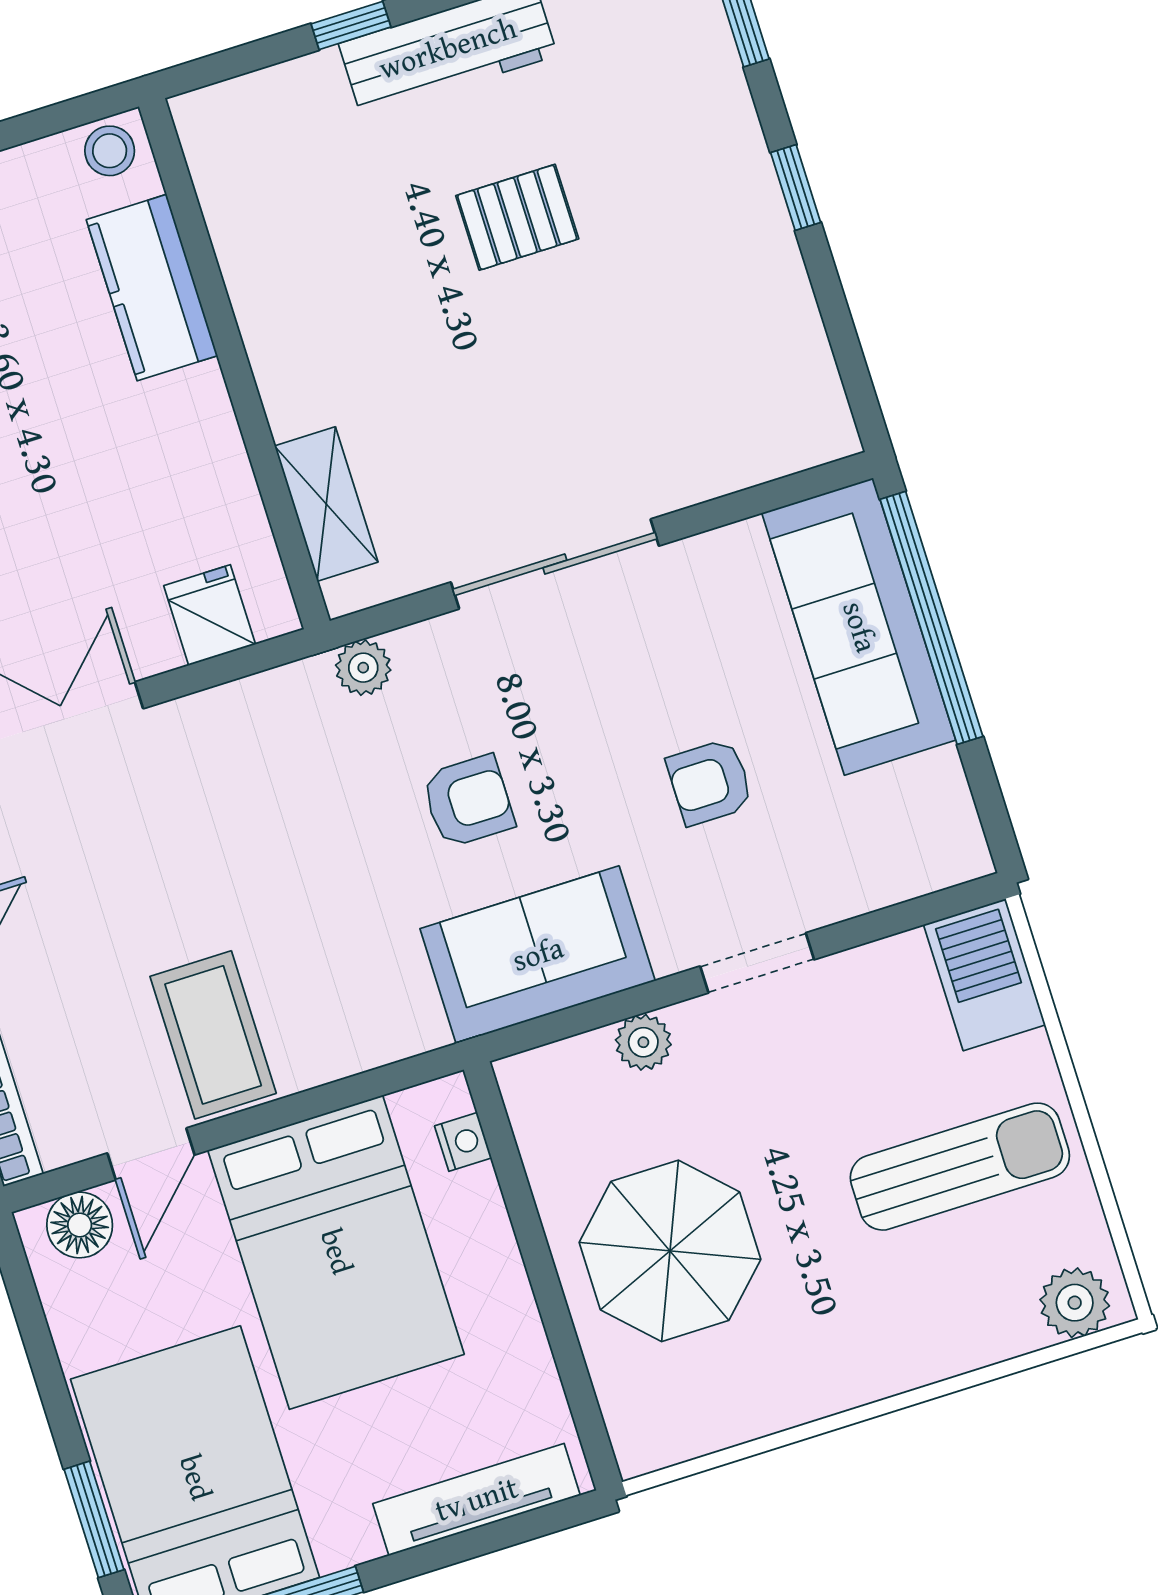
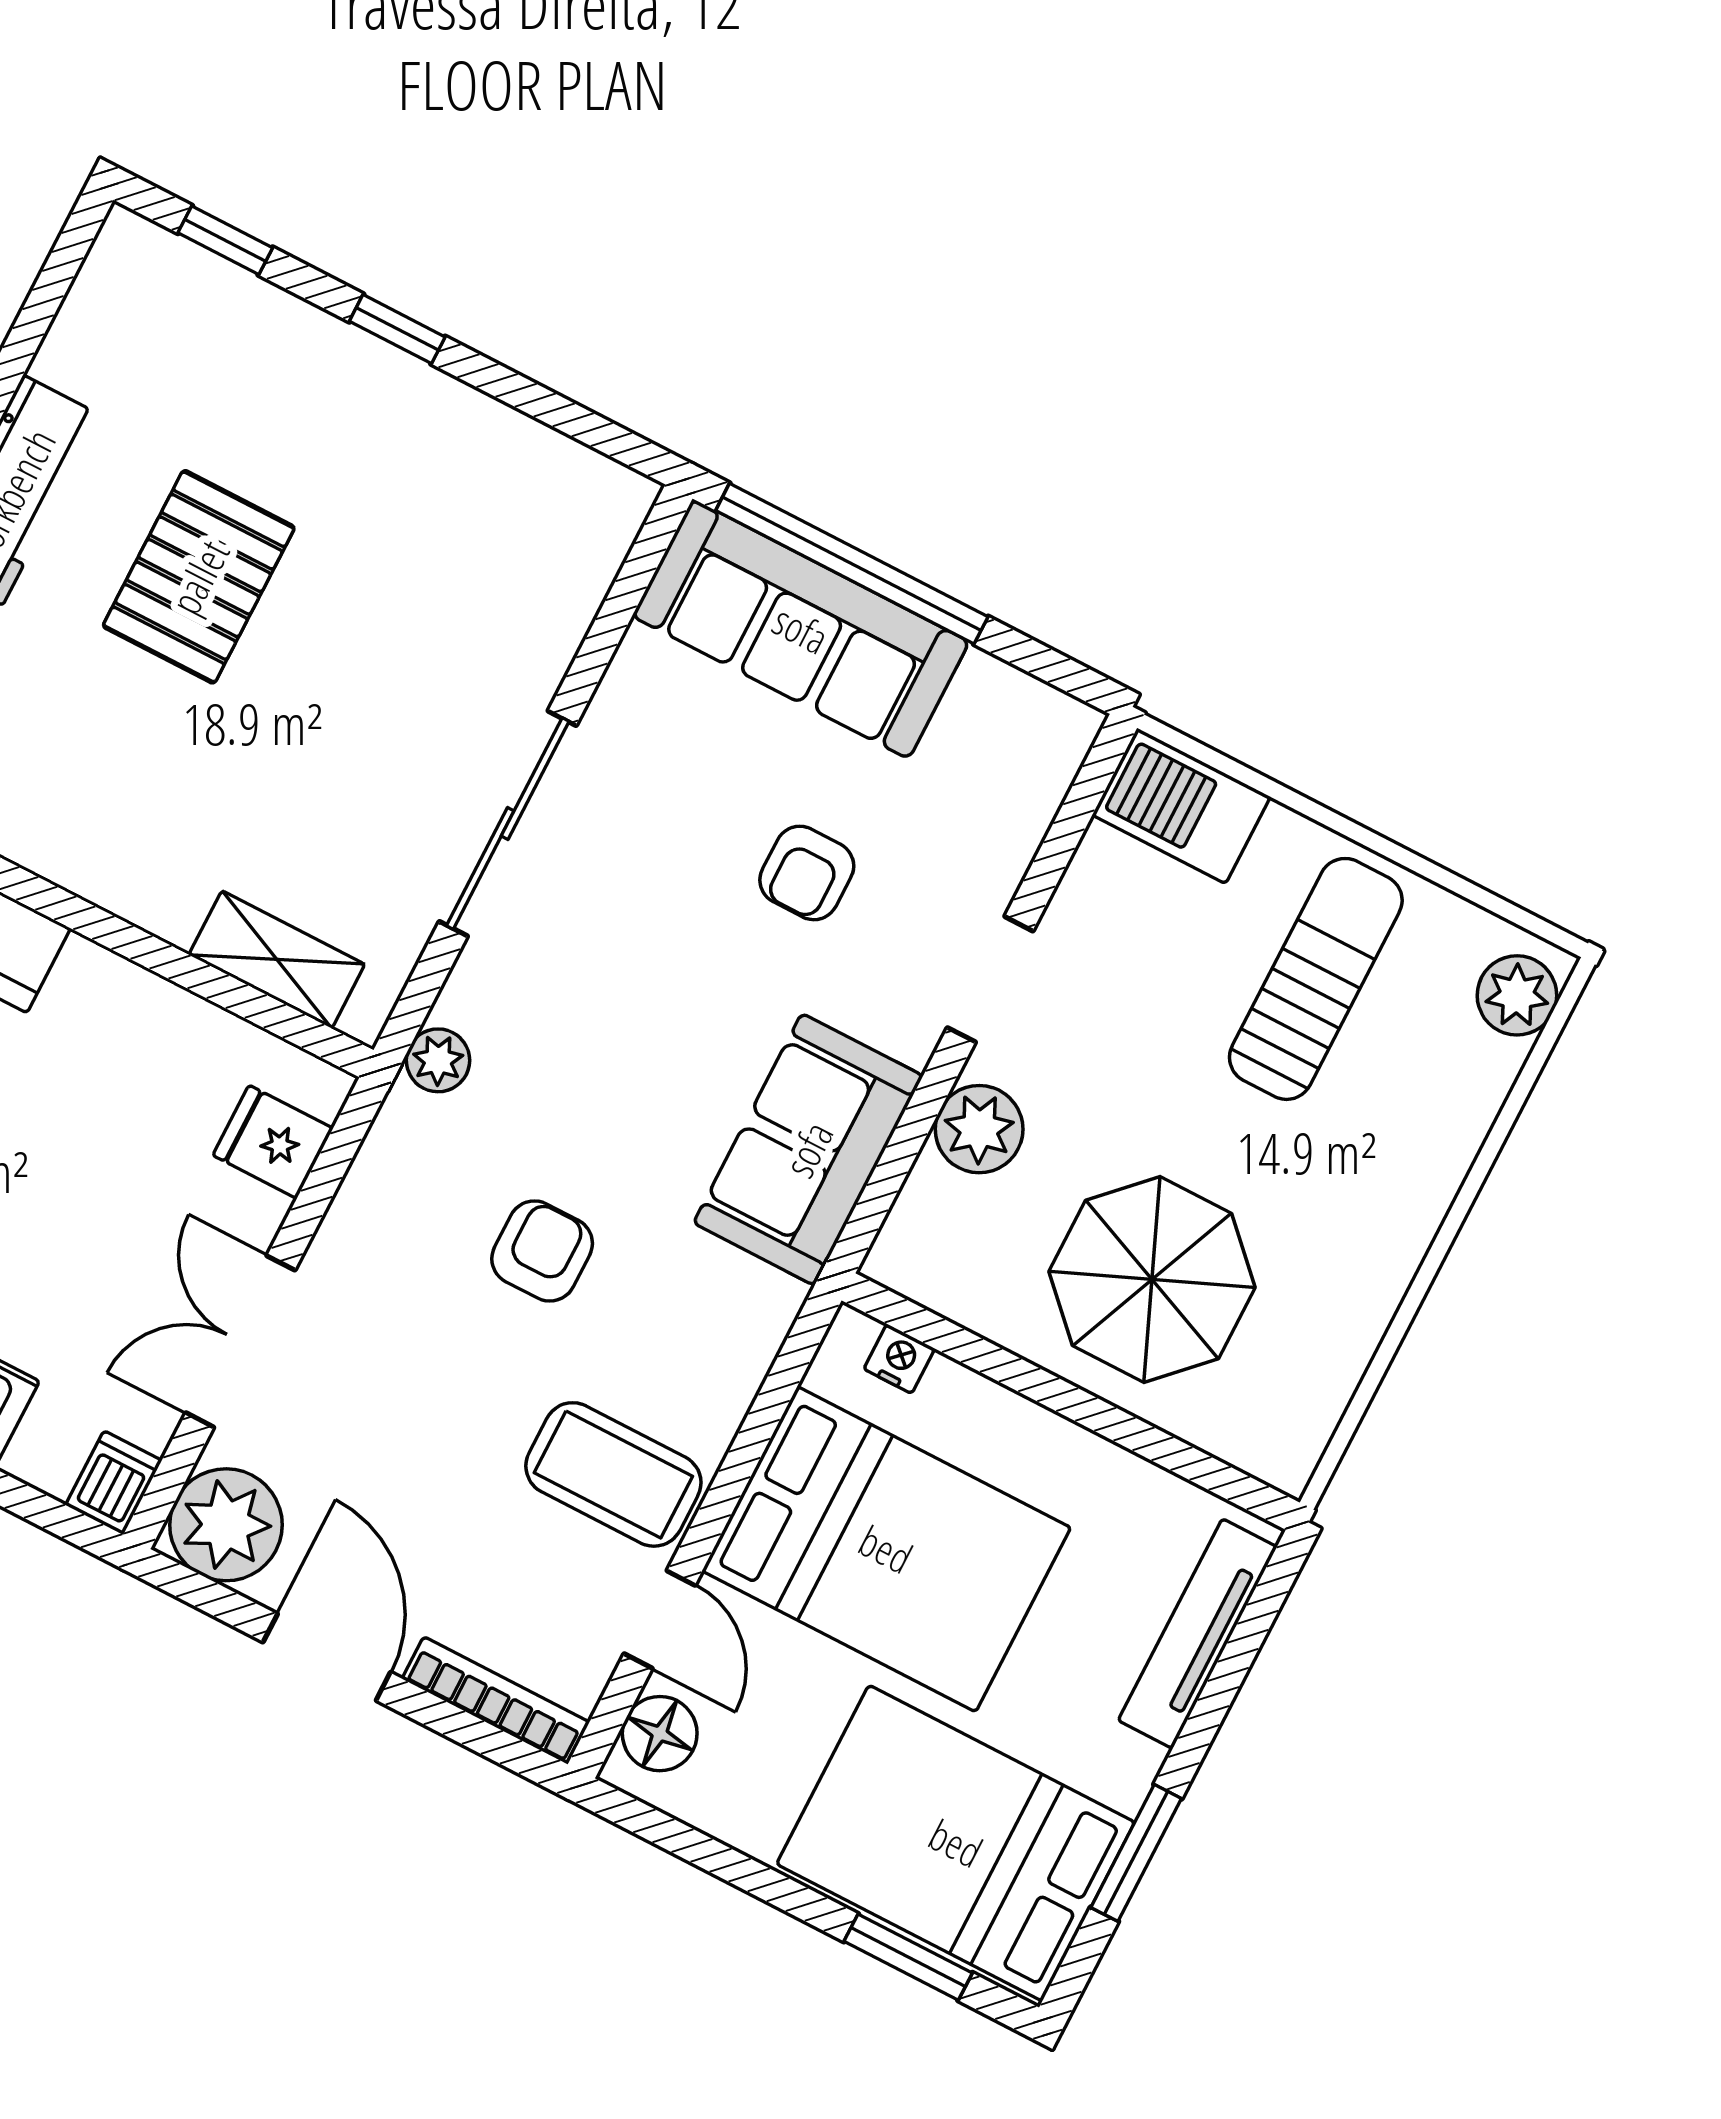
pallet: (517, 217) -> (199, 577), width x1.50, depth x1.42
armchair: (468, 801) -> (542, 1251), moved
plant: (643, 1042) -> (979, 1129), width x1.38, depth x1.38

